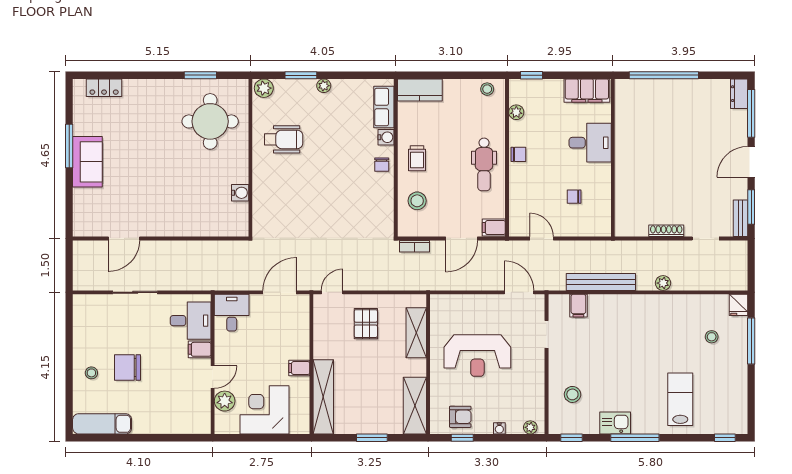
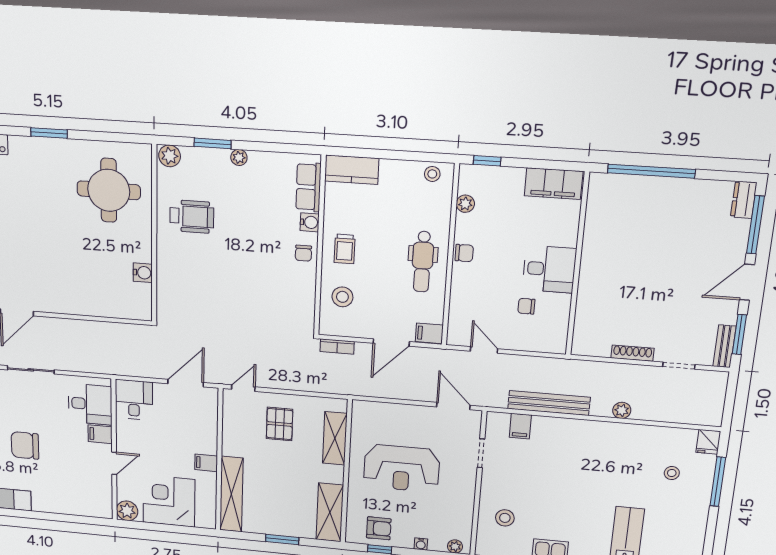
window: (200, 75) -> (49, 133), moved
desk: (590, 143) -> (549, 269), moved
plant: (225, 401) -> (127, 511), moved

